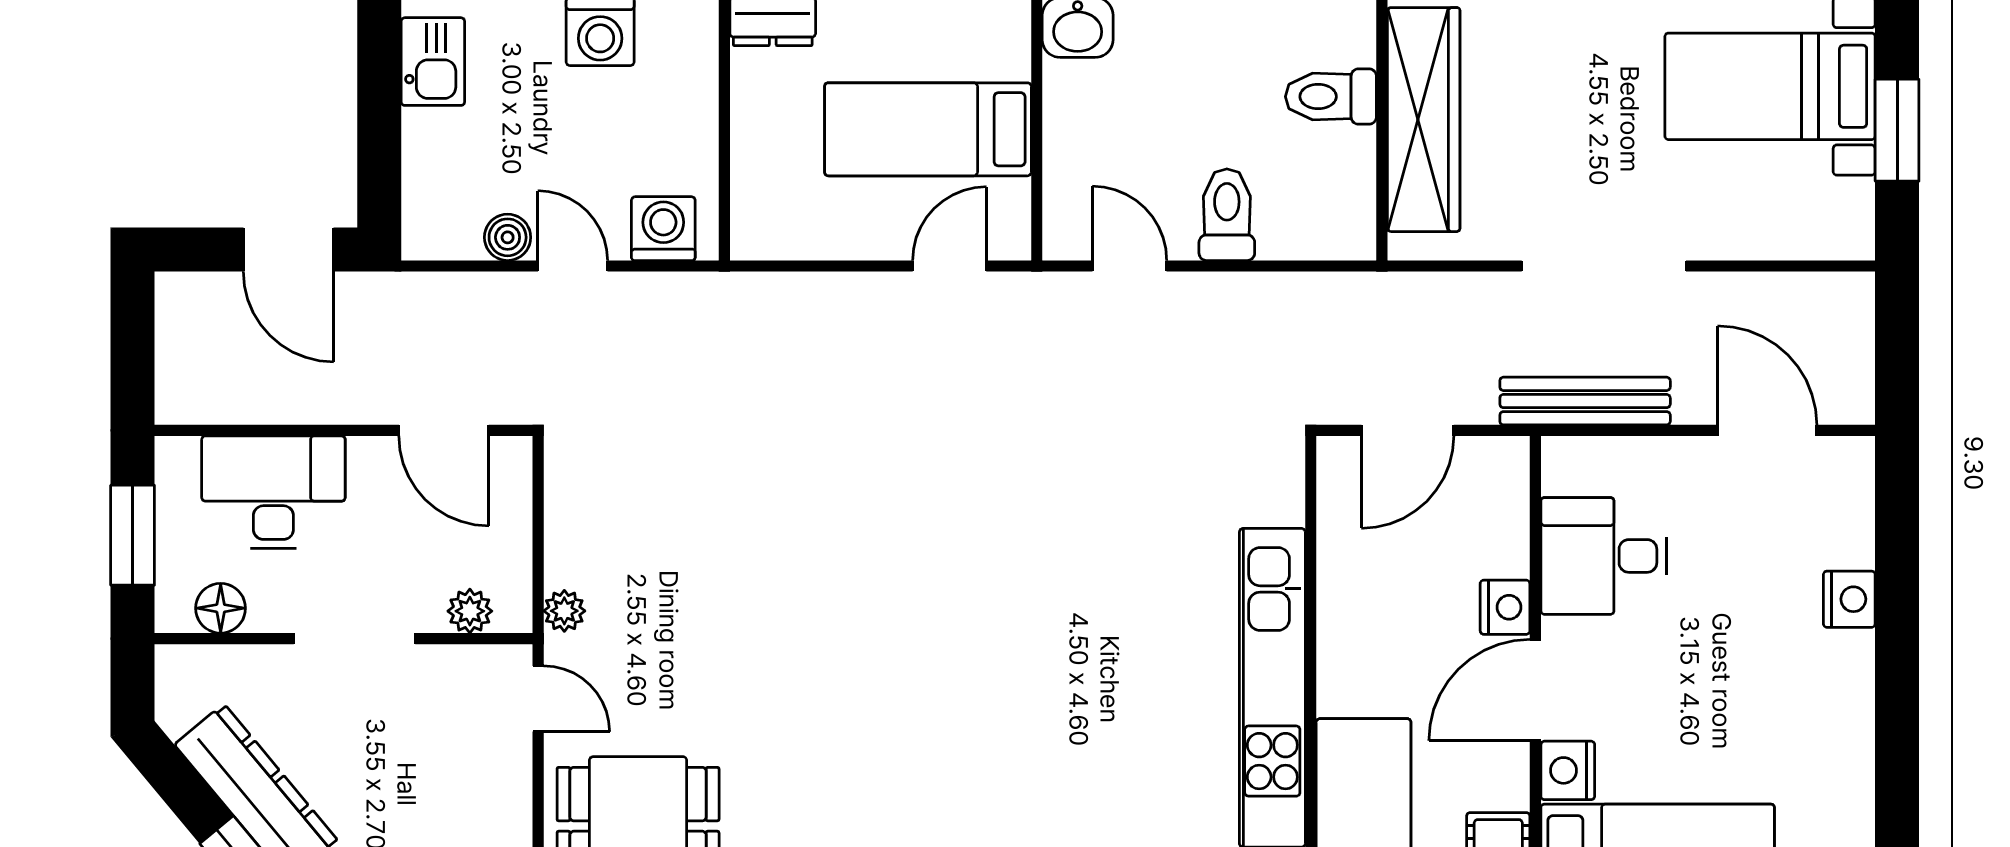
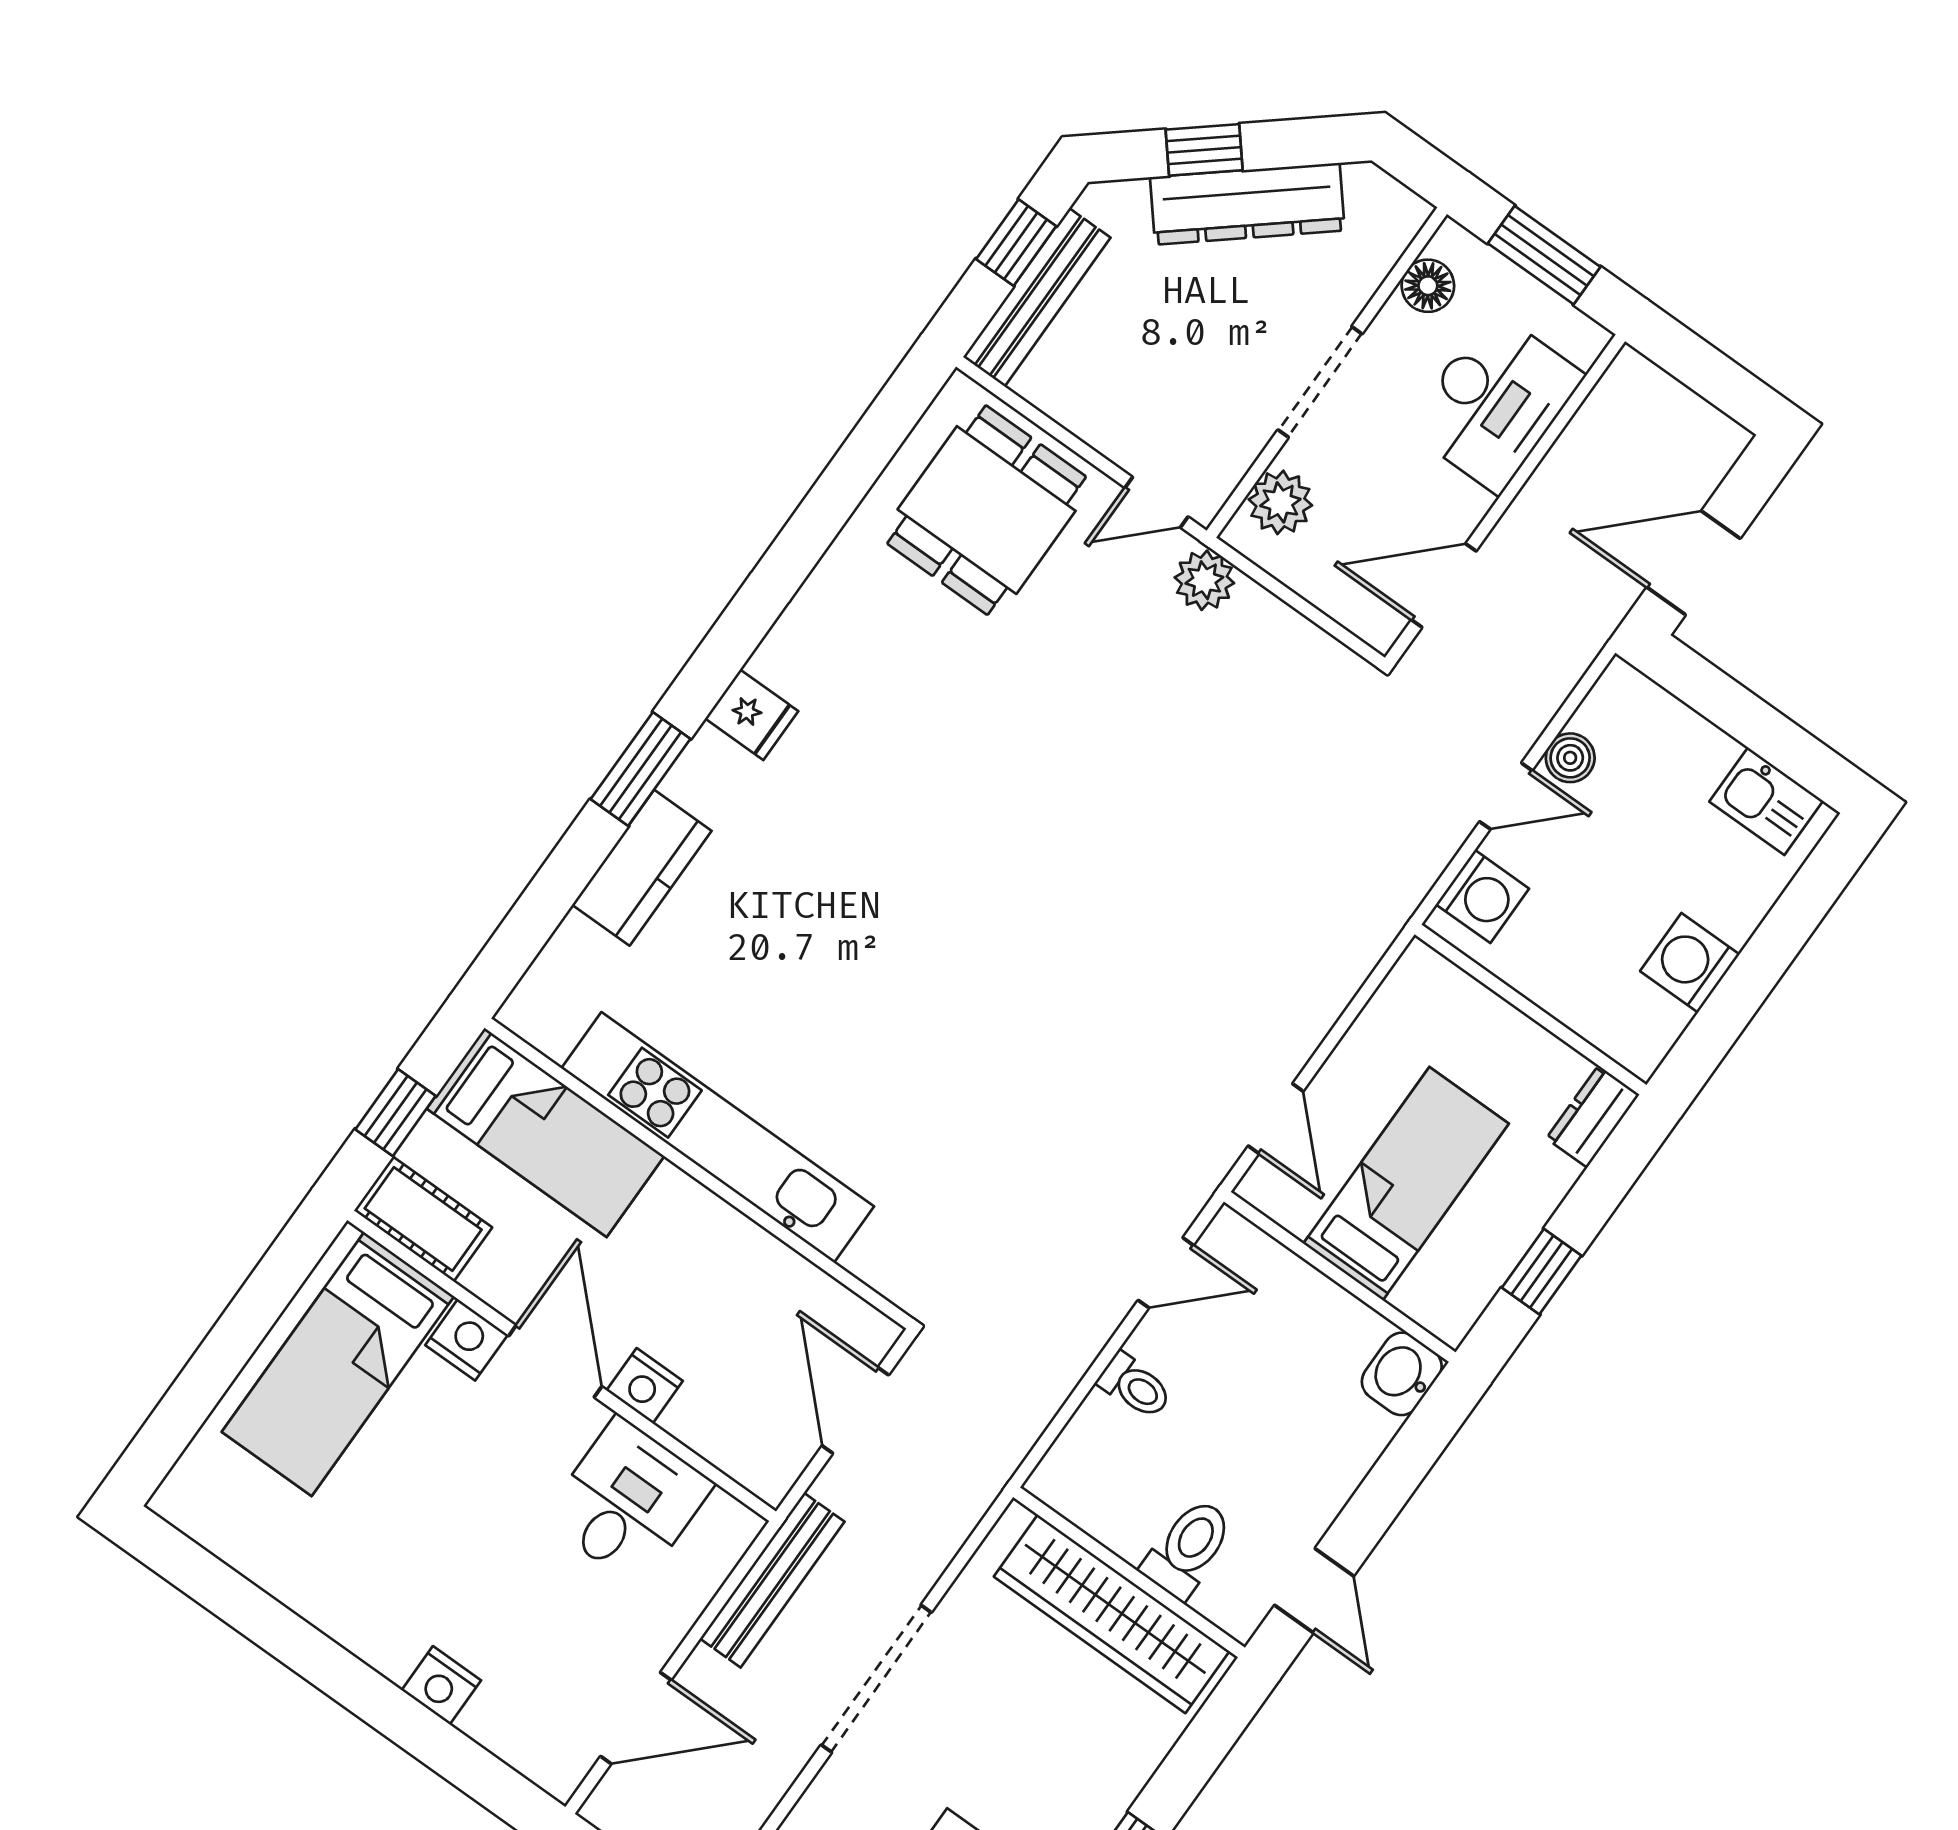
toilet: (1227, 215) -> (1135, 1386), width x0.73, depth x0.72
plant: (470, 611) -> (1280, 502), width x1.38, depth x1.38
plant: (564, 611) -> (1204, 580), width x1.38, depth x1.38

